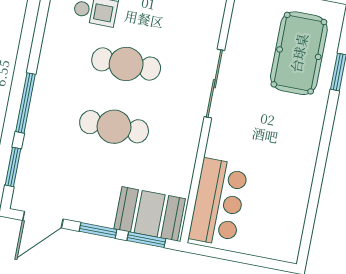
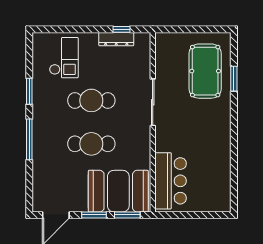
window: (13, 167) -> (29, 91), moved
booth: (150, 214) -> (118, 191), width x1.36, depth x1.42

